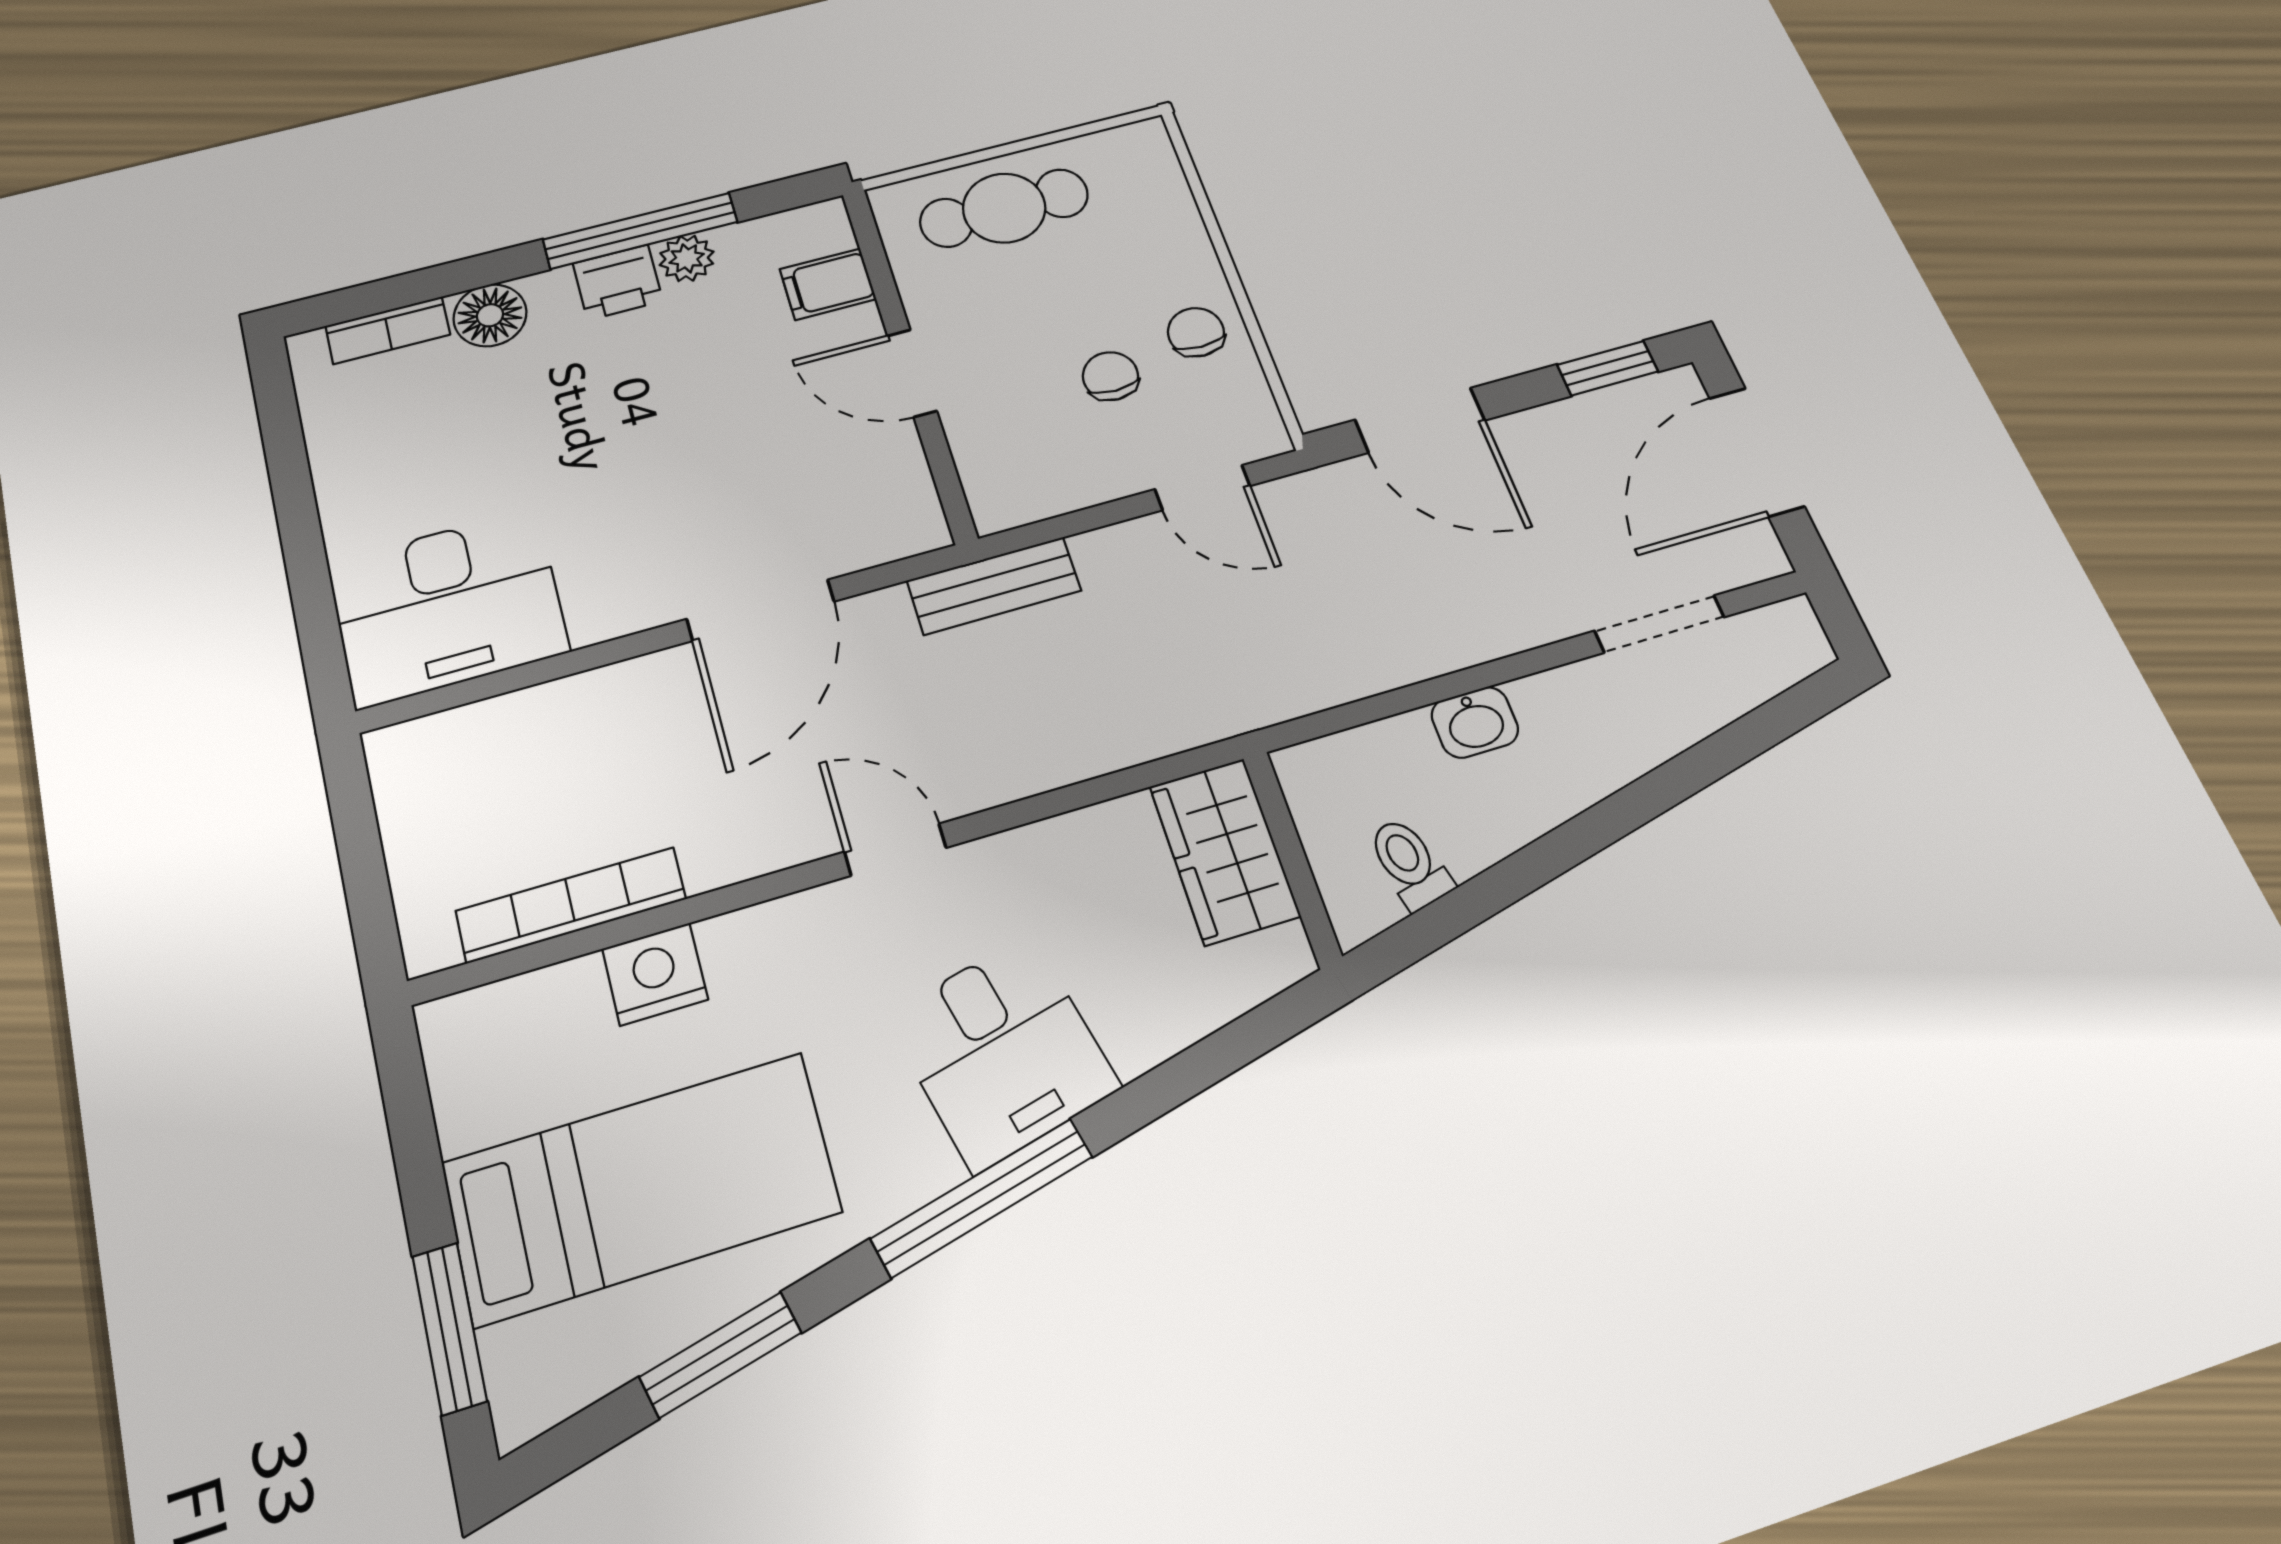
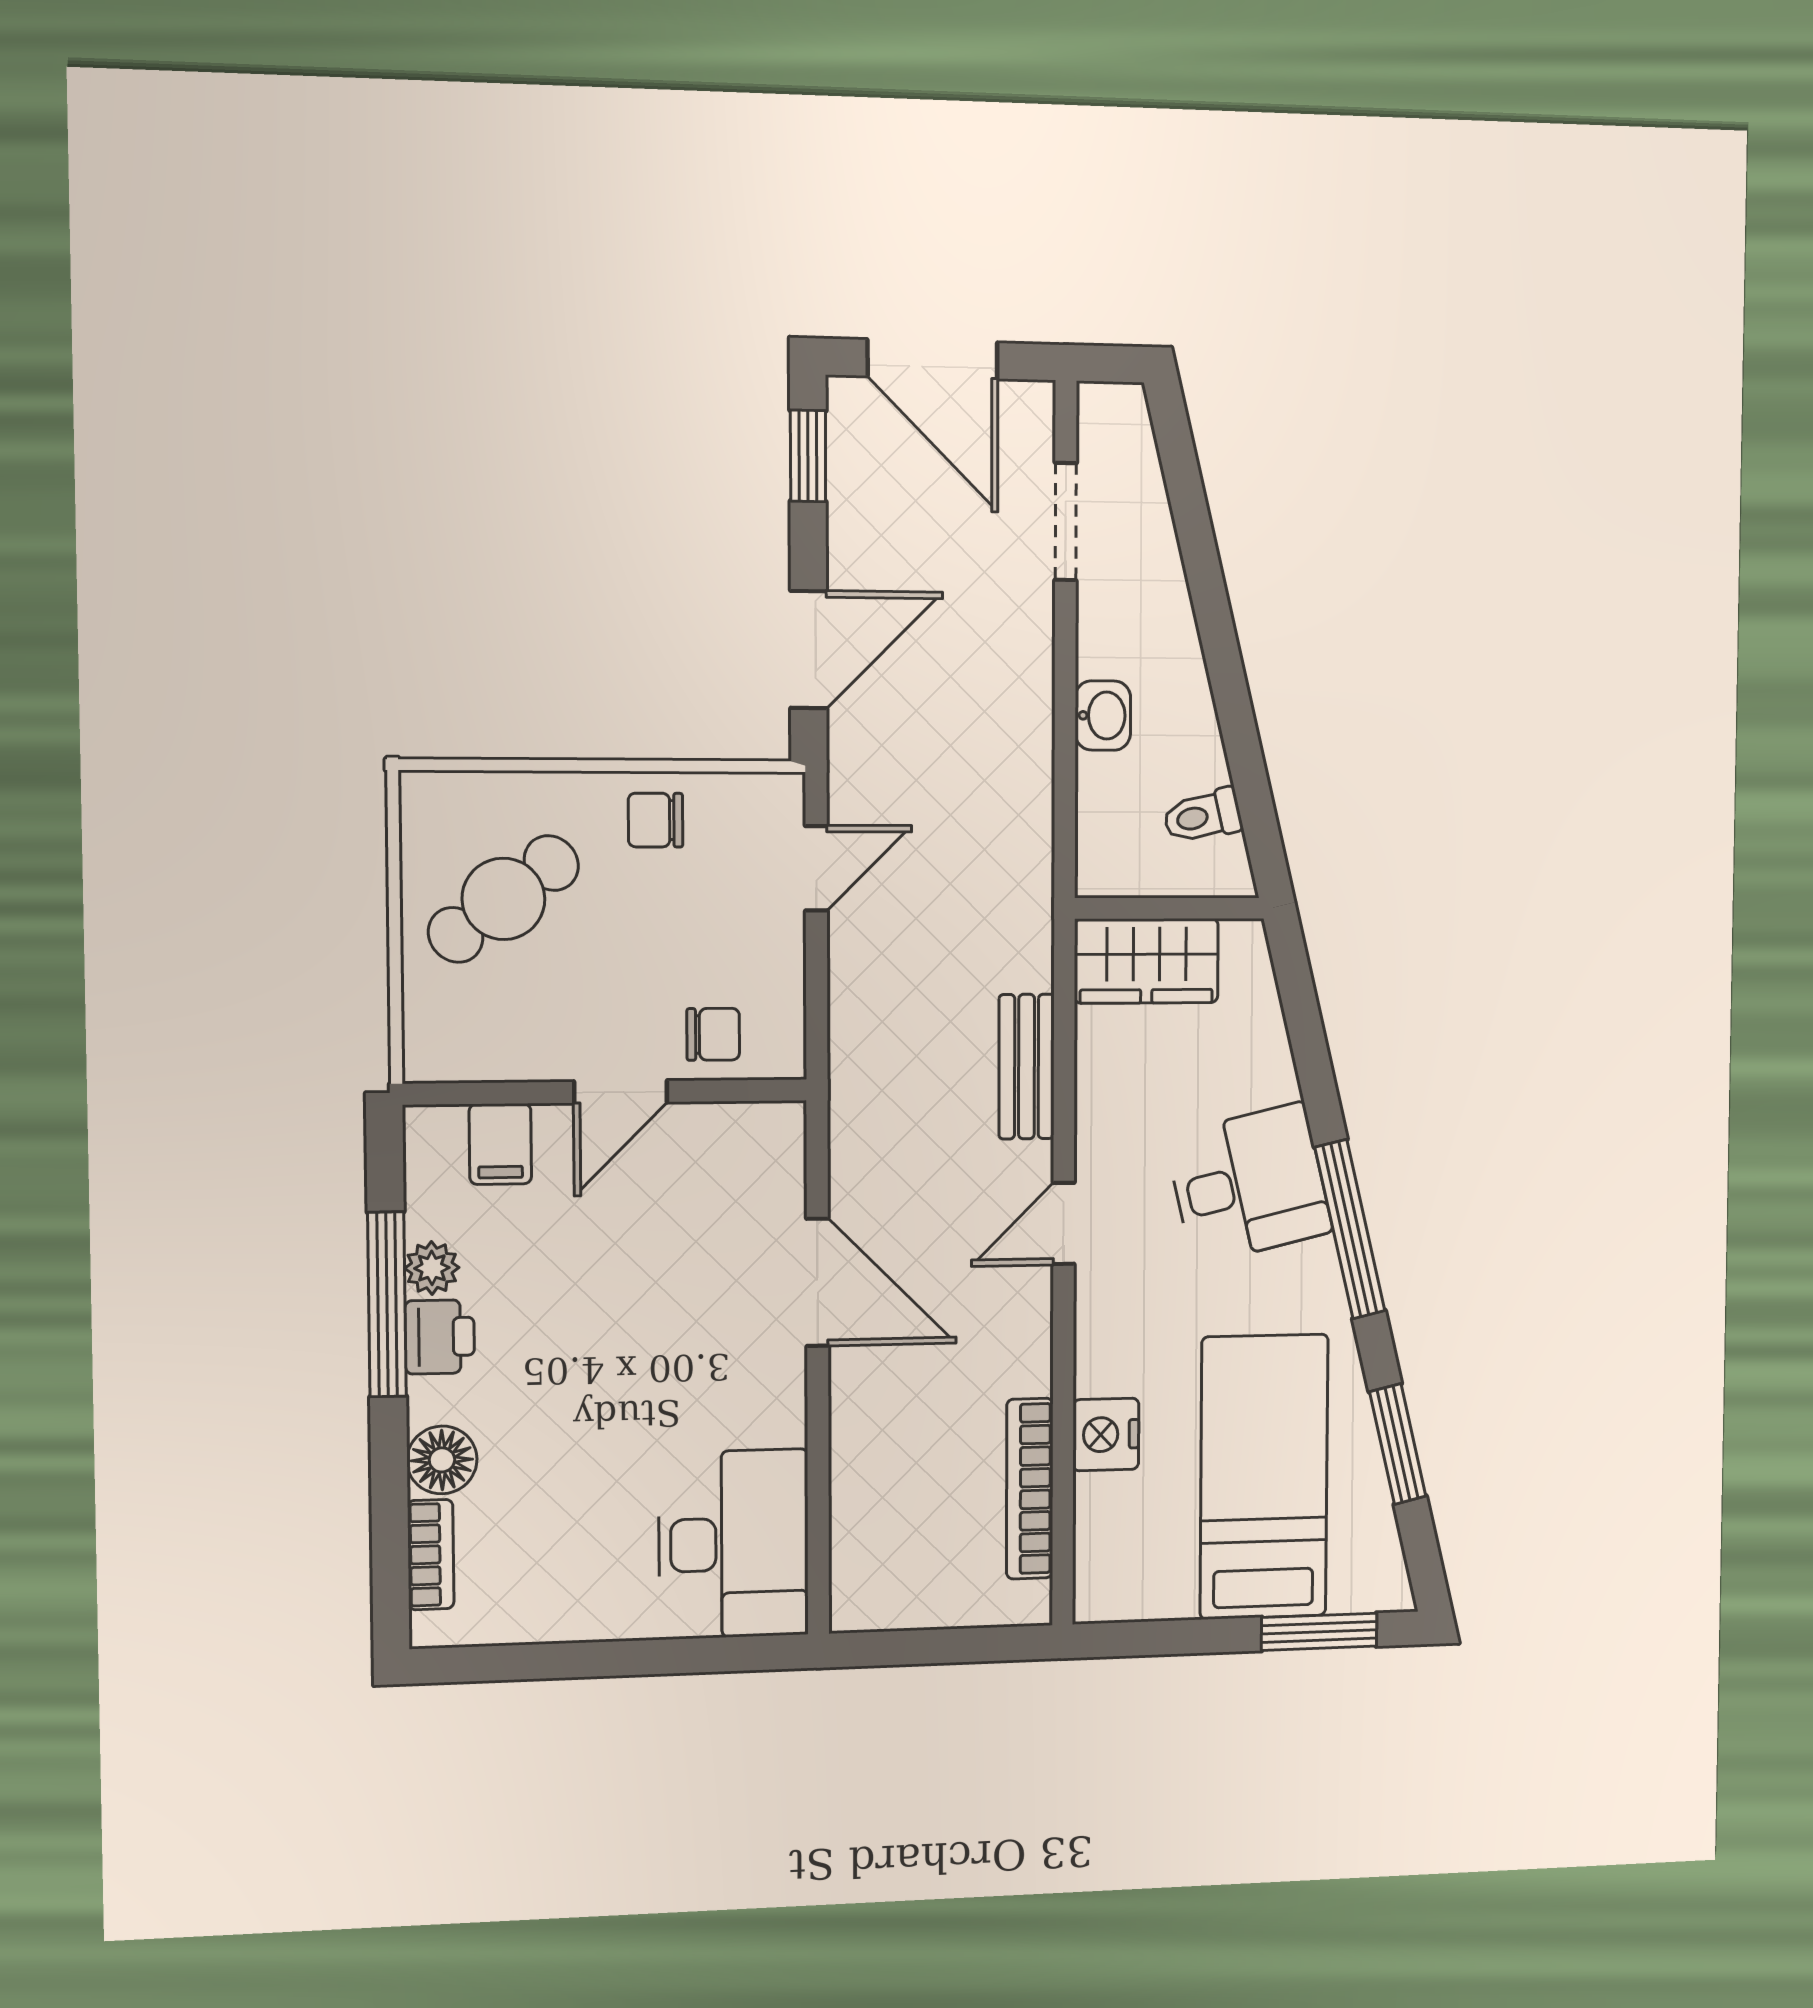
cafe table: (1004, 208) -> (503, 899), moved, turned 53
chair: (1110, 376) -> (713, 1034), moved, turned 180
bench: (994, 586) -> (1027, 1067), moved

